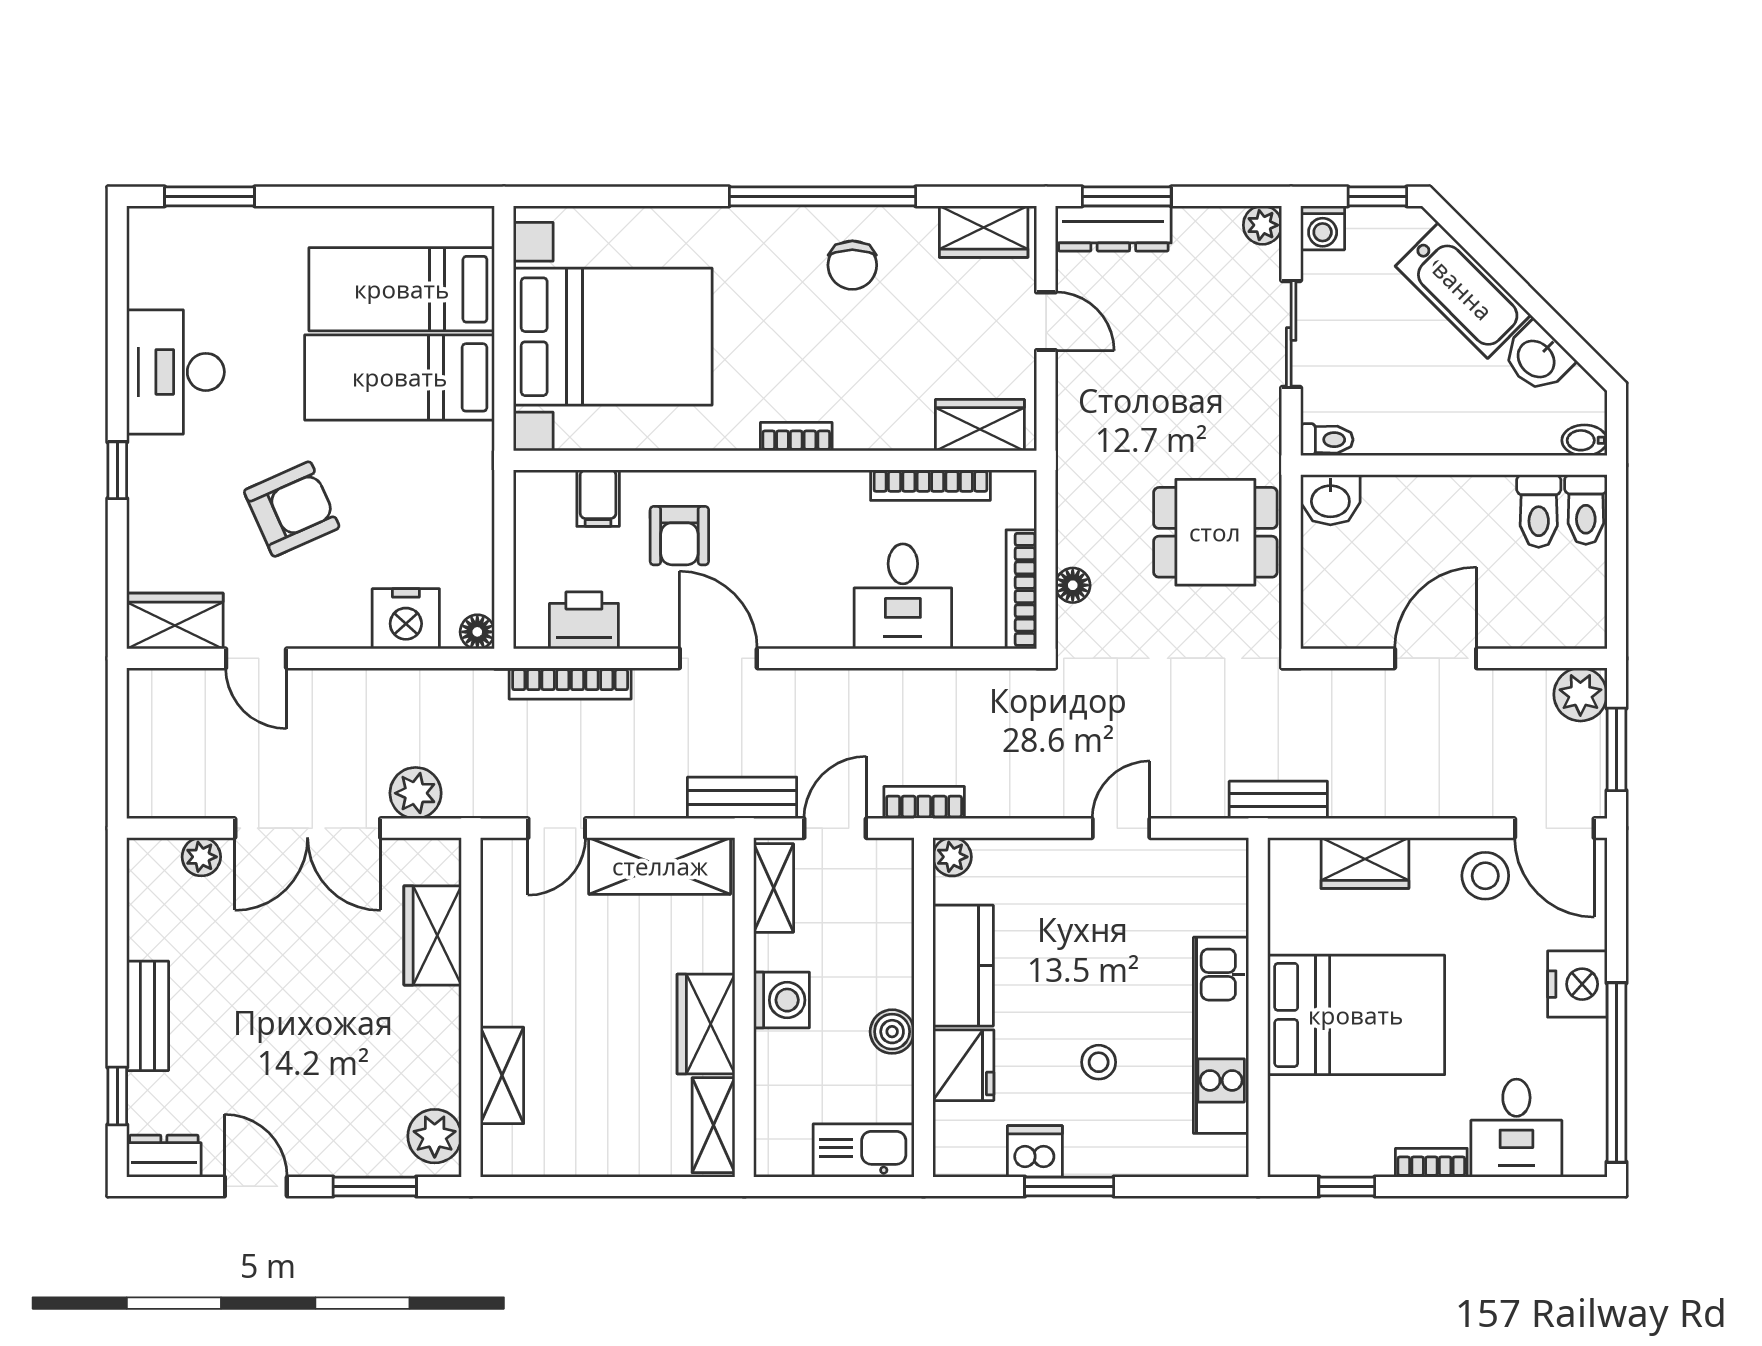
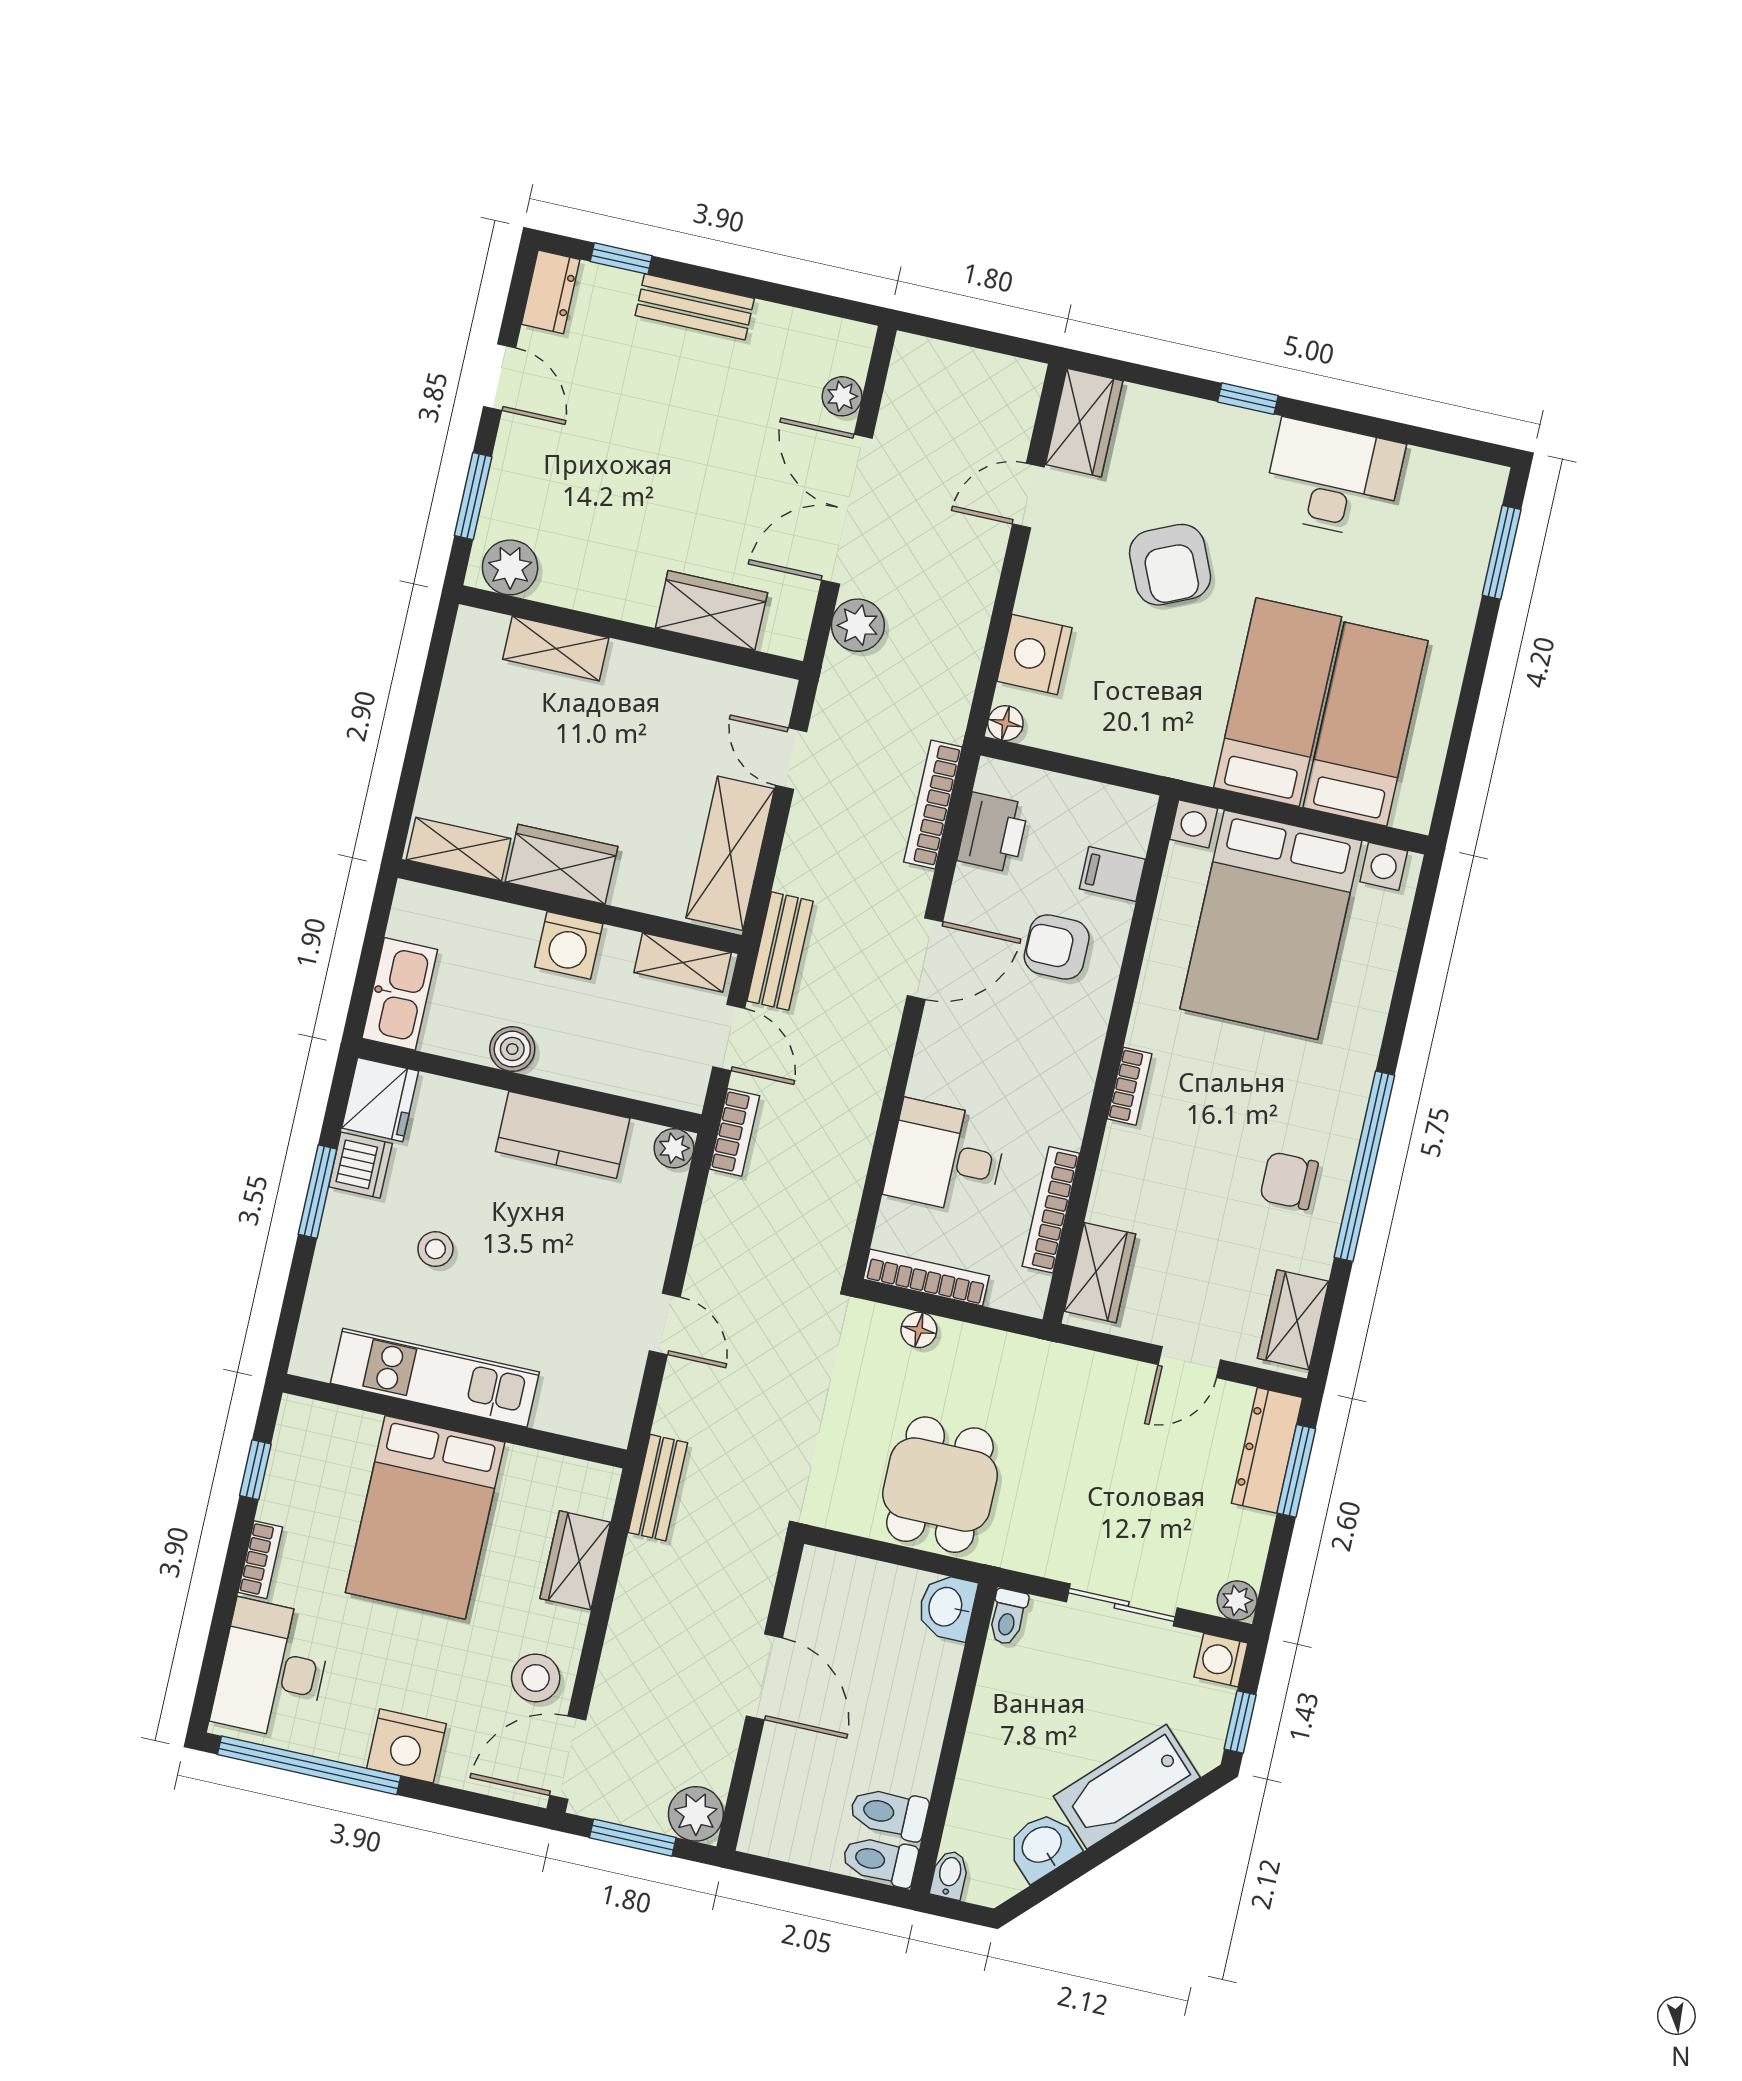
fridge: (963, 1065) -> (380, 1100), moved, turned -90
desk: (1516, 1128) -> (272, 1670), width x1.37
door: (256, 1186) -> (500, 377), hinge flipped

